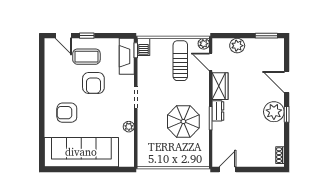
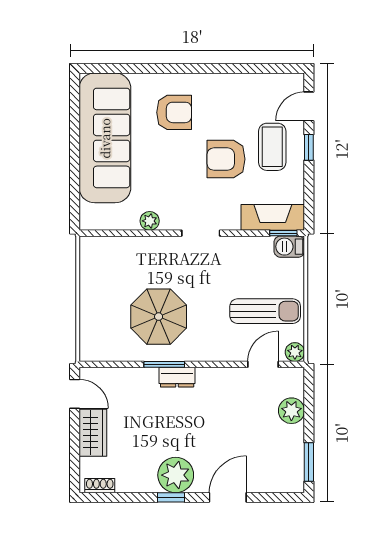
wardrobe: (220, 86) -> (93, 433), moved, turned -90
armchair: (67, 113) -> (174, 112), turned 90

